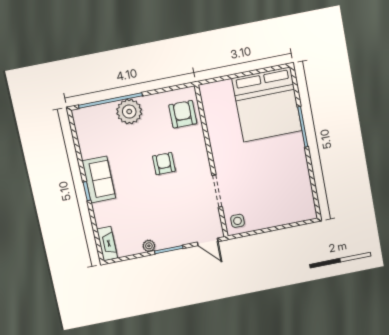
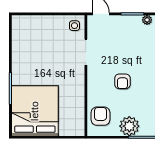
plant: (129, 112) -> (129, 126), moved
armchair: (183, 114) -> (101, 116), turned 180

